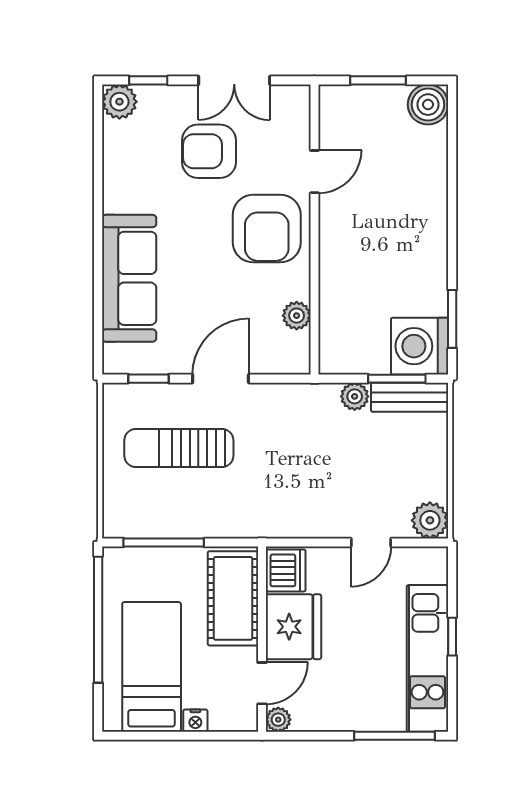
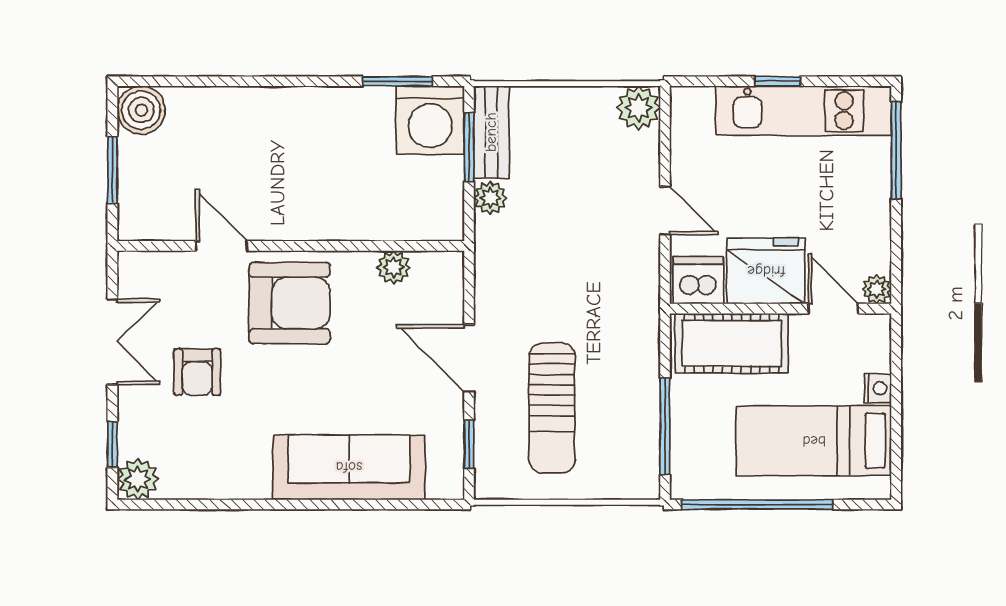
armchair: (209, 151) -> (197, 372), width x0.72, depth x0.72
door: (371, 542) -> (665, 211), moved

